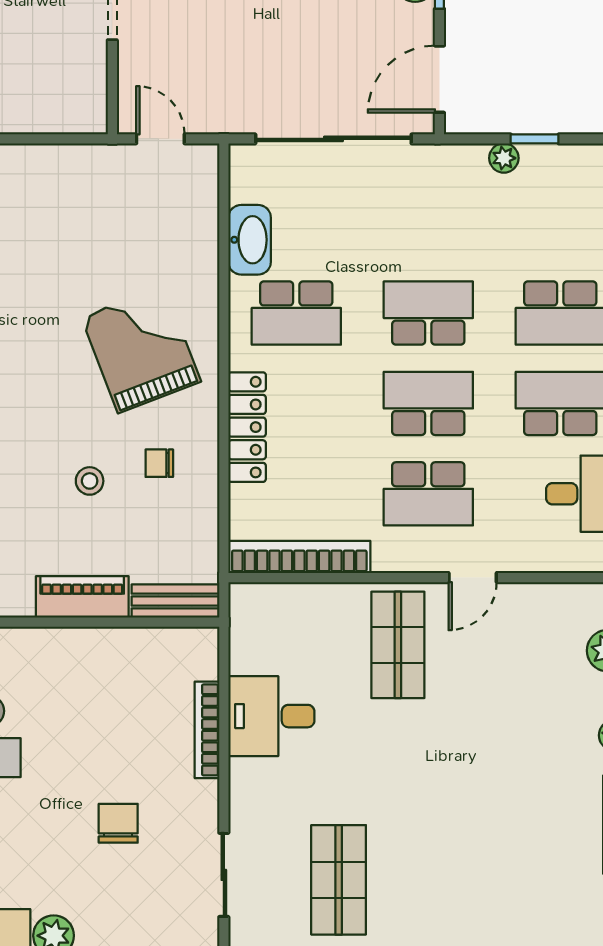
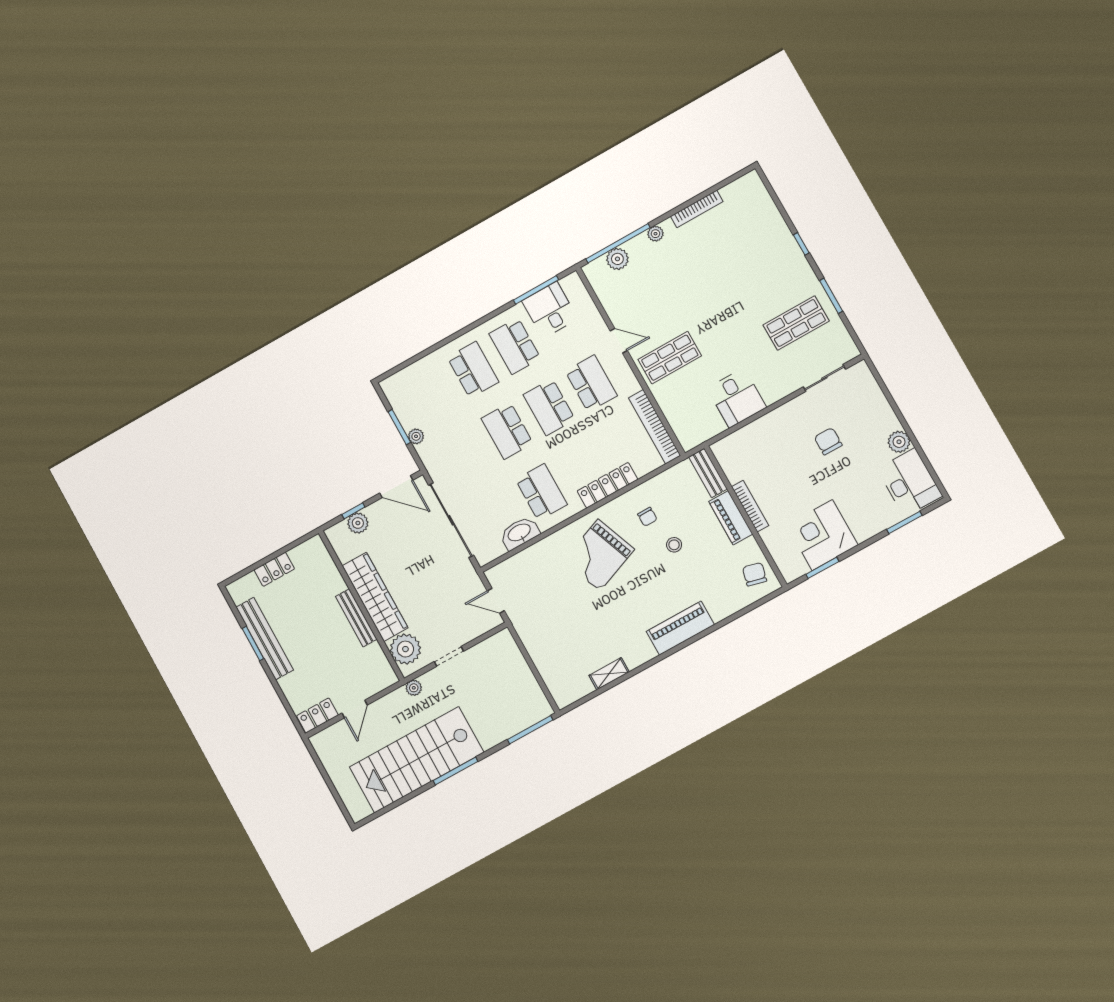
door: (160, 139) -> (496, 601), hinge flipped
window: (535, 139) -> (399, 427), width x1.50
bookcase: (207, 730) -> (750, 506), moved, turned -90
chair: (118, 823) -> (828, 441), turned 90

